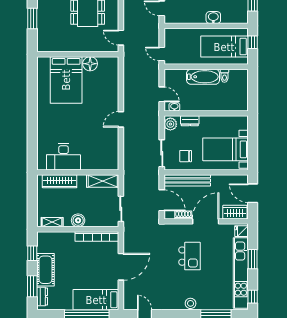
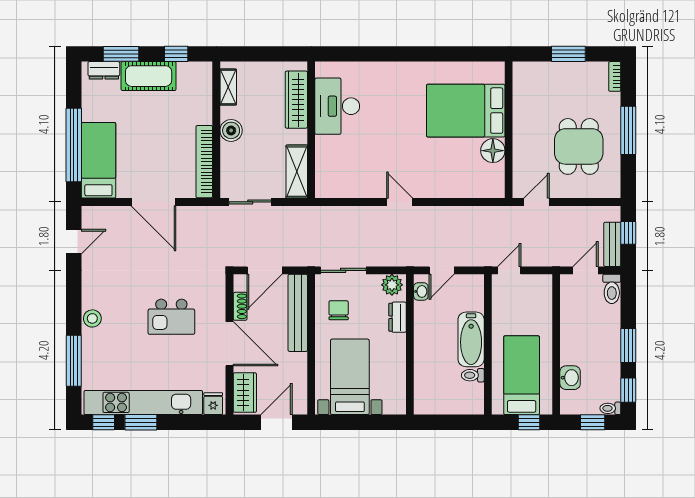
washbasin: (213, 18) -> (570, 378), moved
window: (253, 259) -> (141, 422), moved

